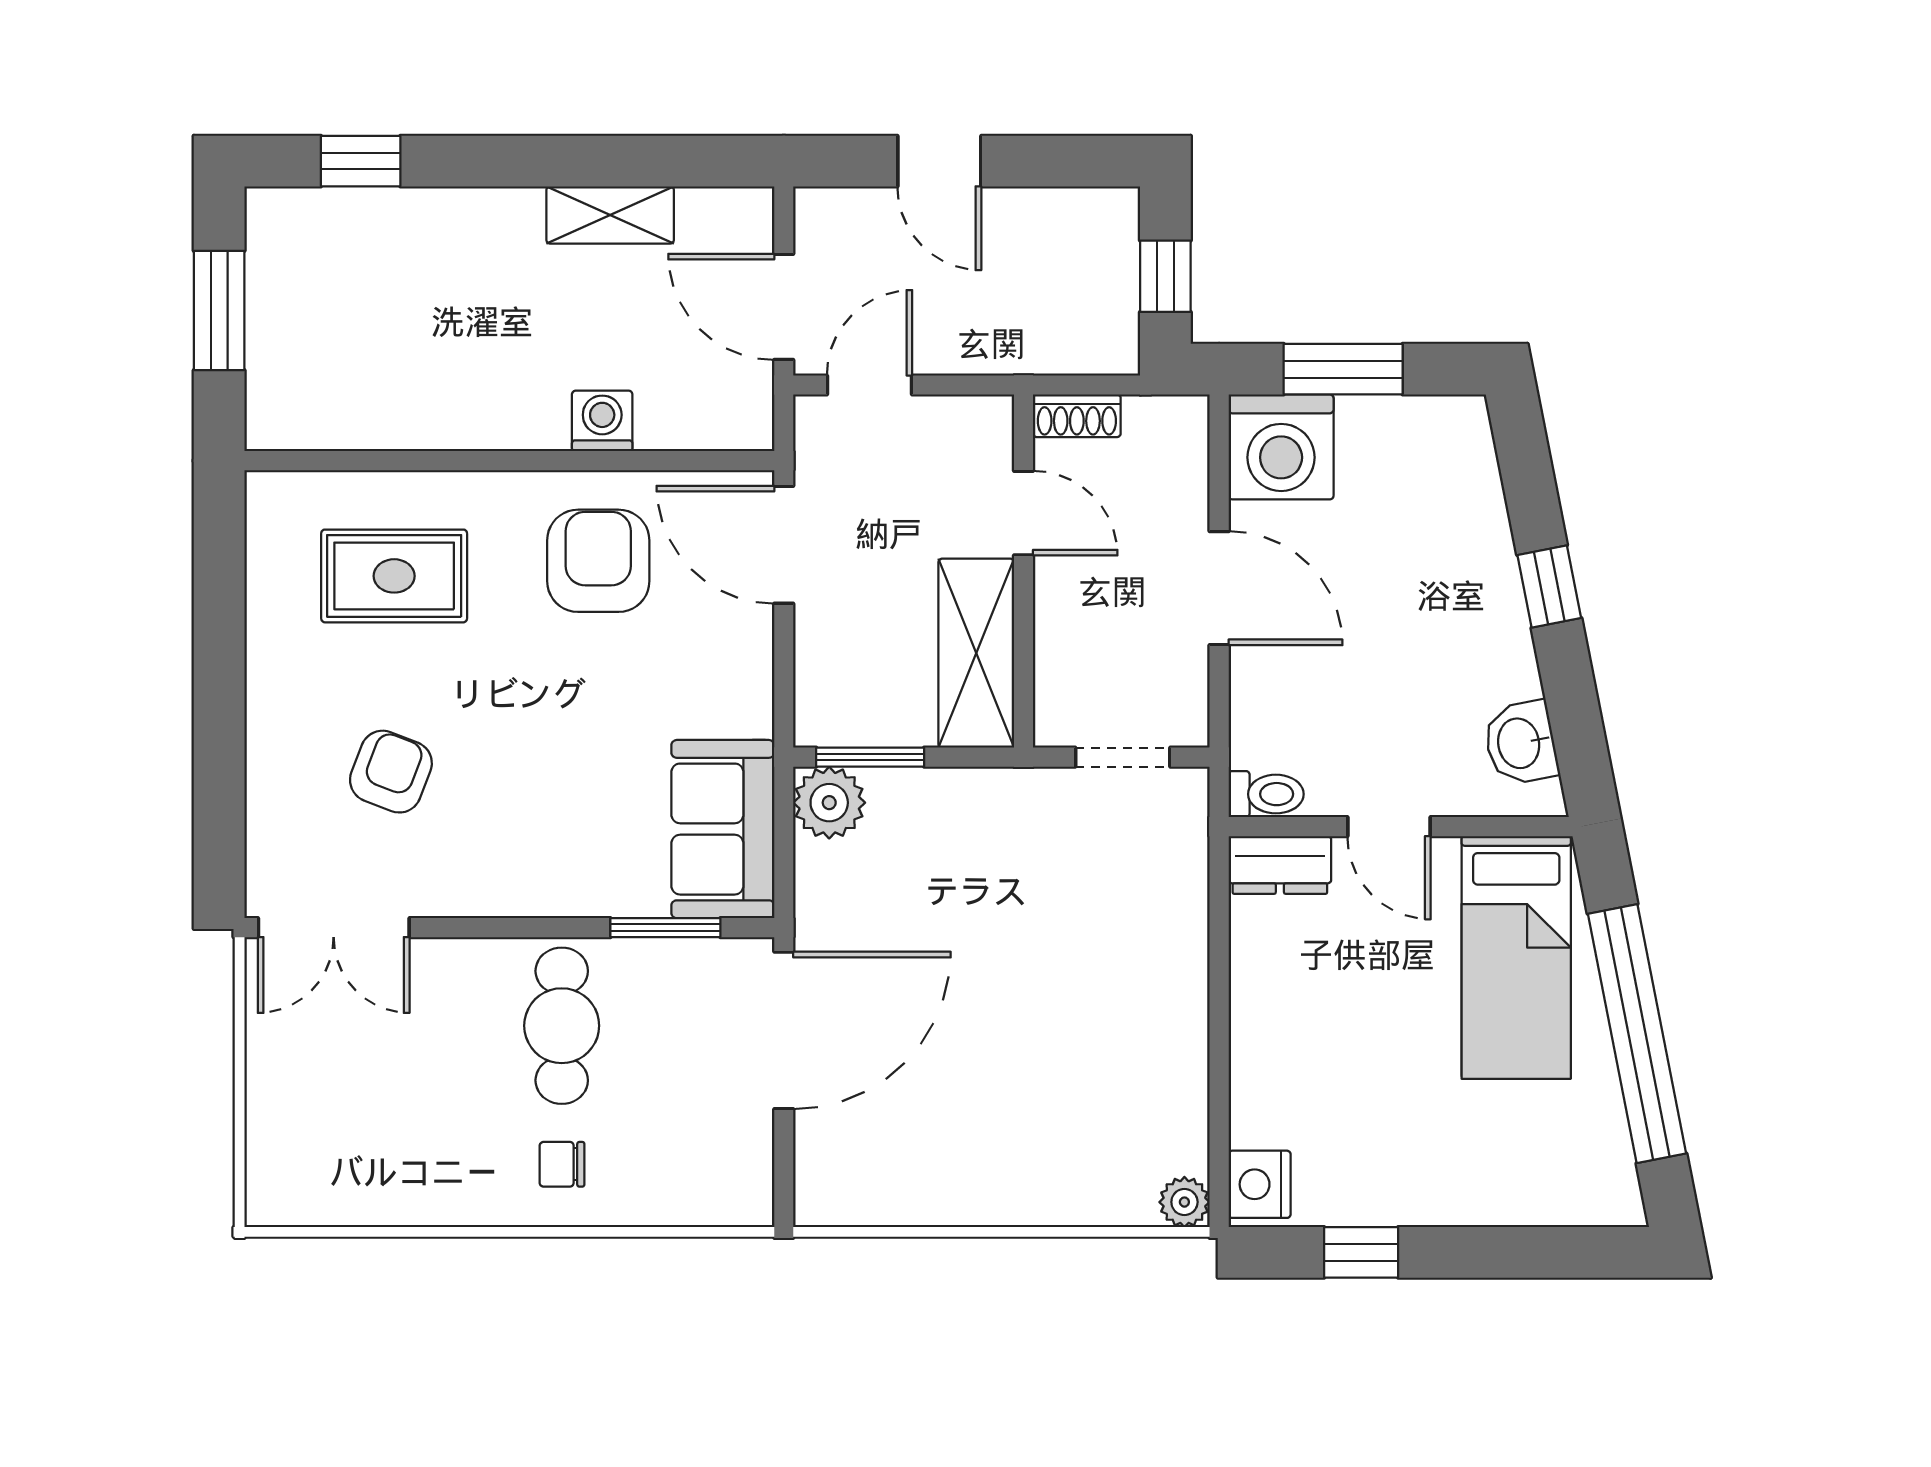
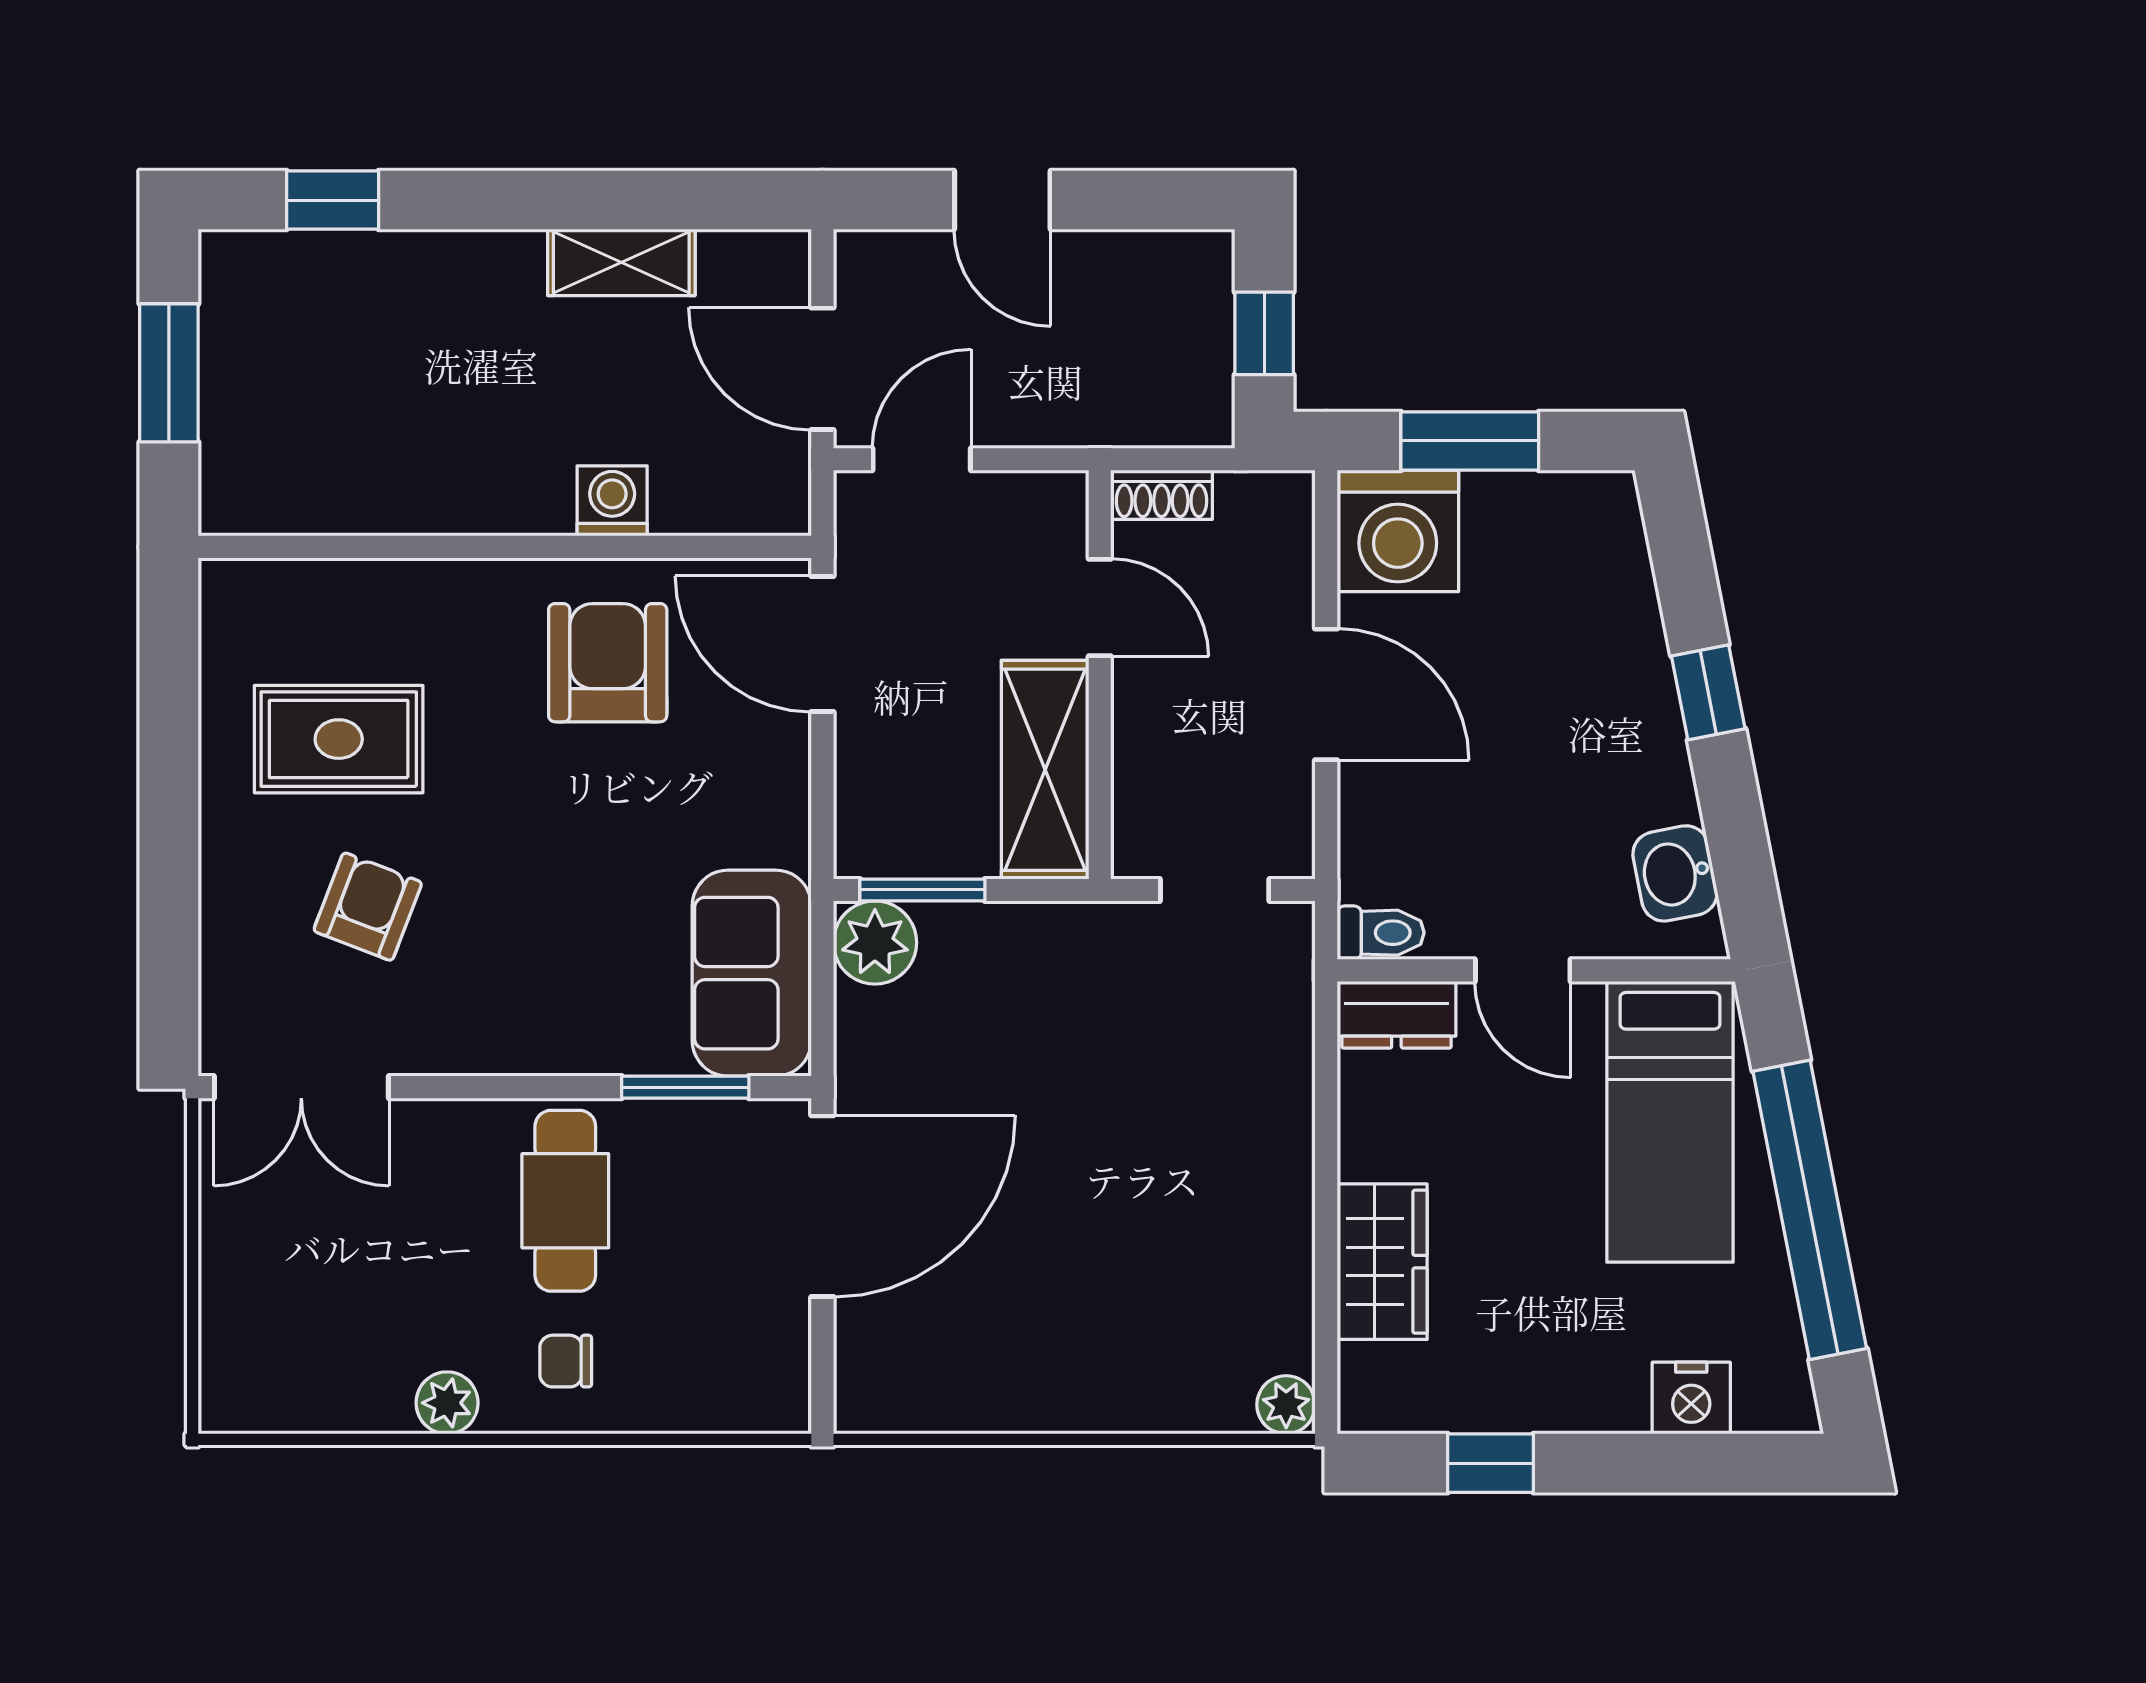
rug: (394, 576) -> (339, 739), moved
wardrobe: (1268, 1078) -> (1382, 1262), added
nightstand: (1260, 1184) -> (1691, 1398), moved, turned -90
plant: (460, 1200) -> (447, 1403), added

